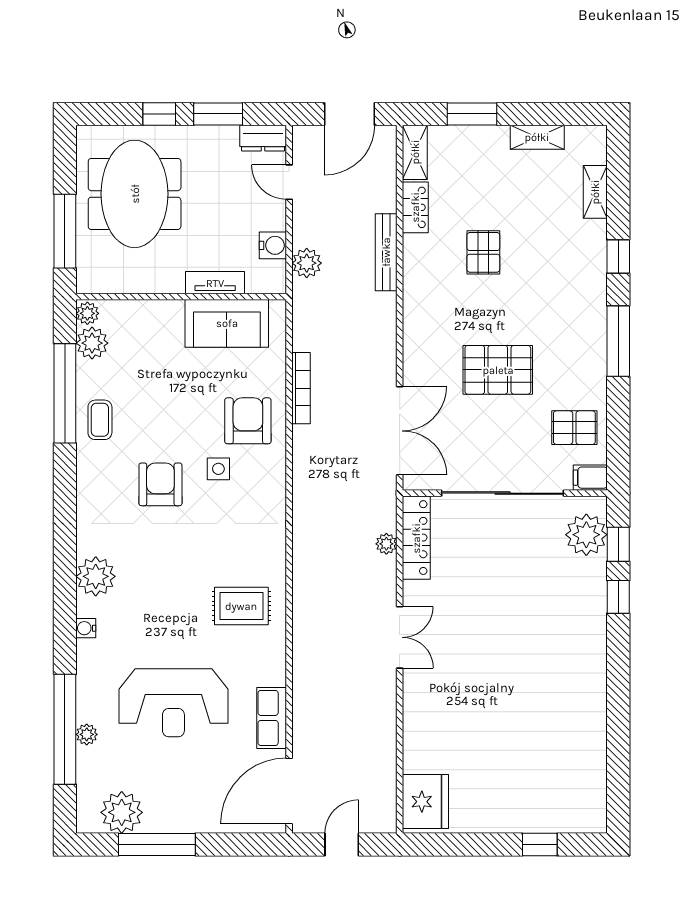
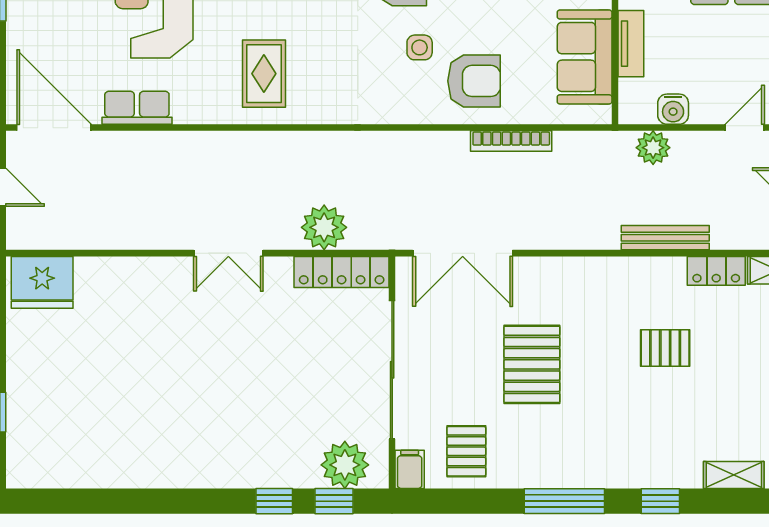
plant: (386, 544) -> (324, 227), width x1.88, depth x1.88

